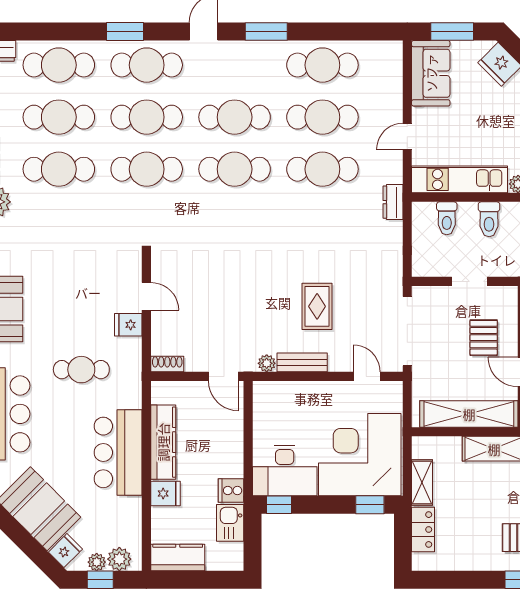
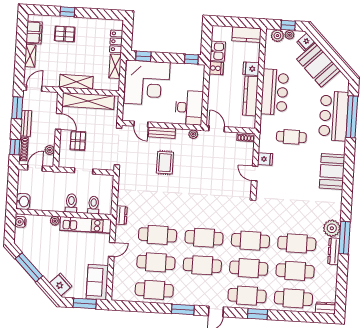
bench: (302, 362) -> (162, 133), moved
desk: (285, 471) -> (189, 108), moved, turned 90

